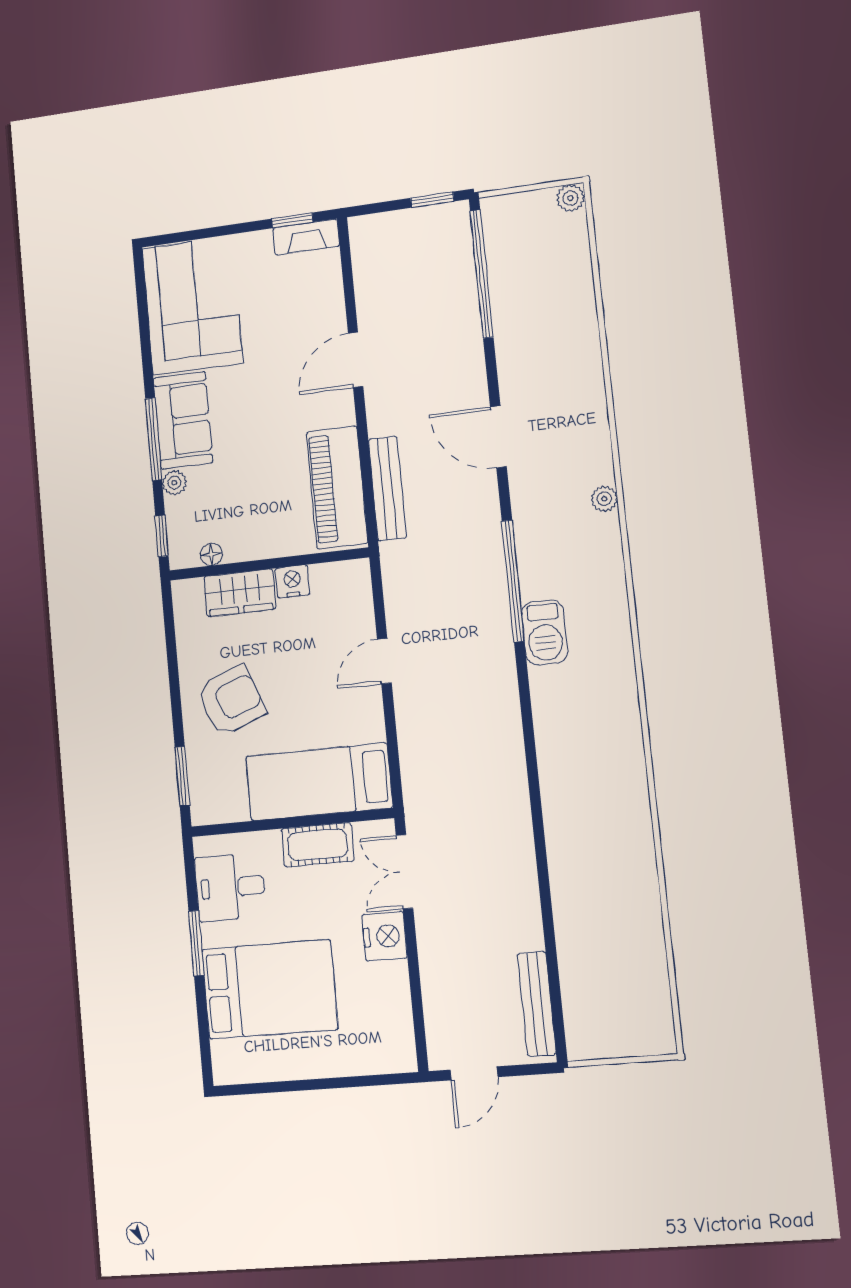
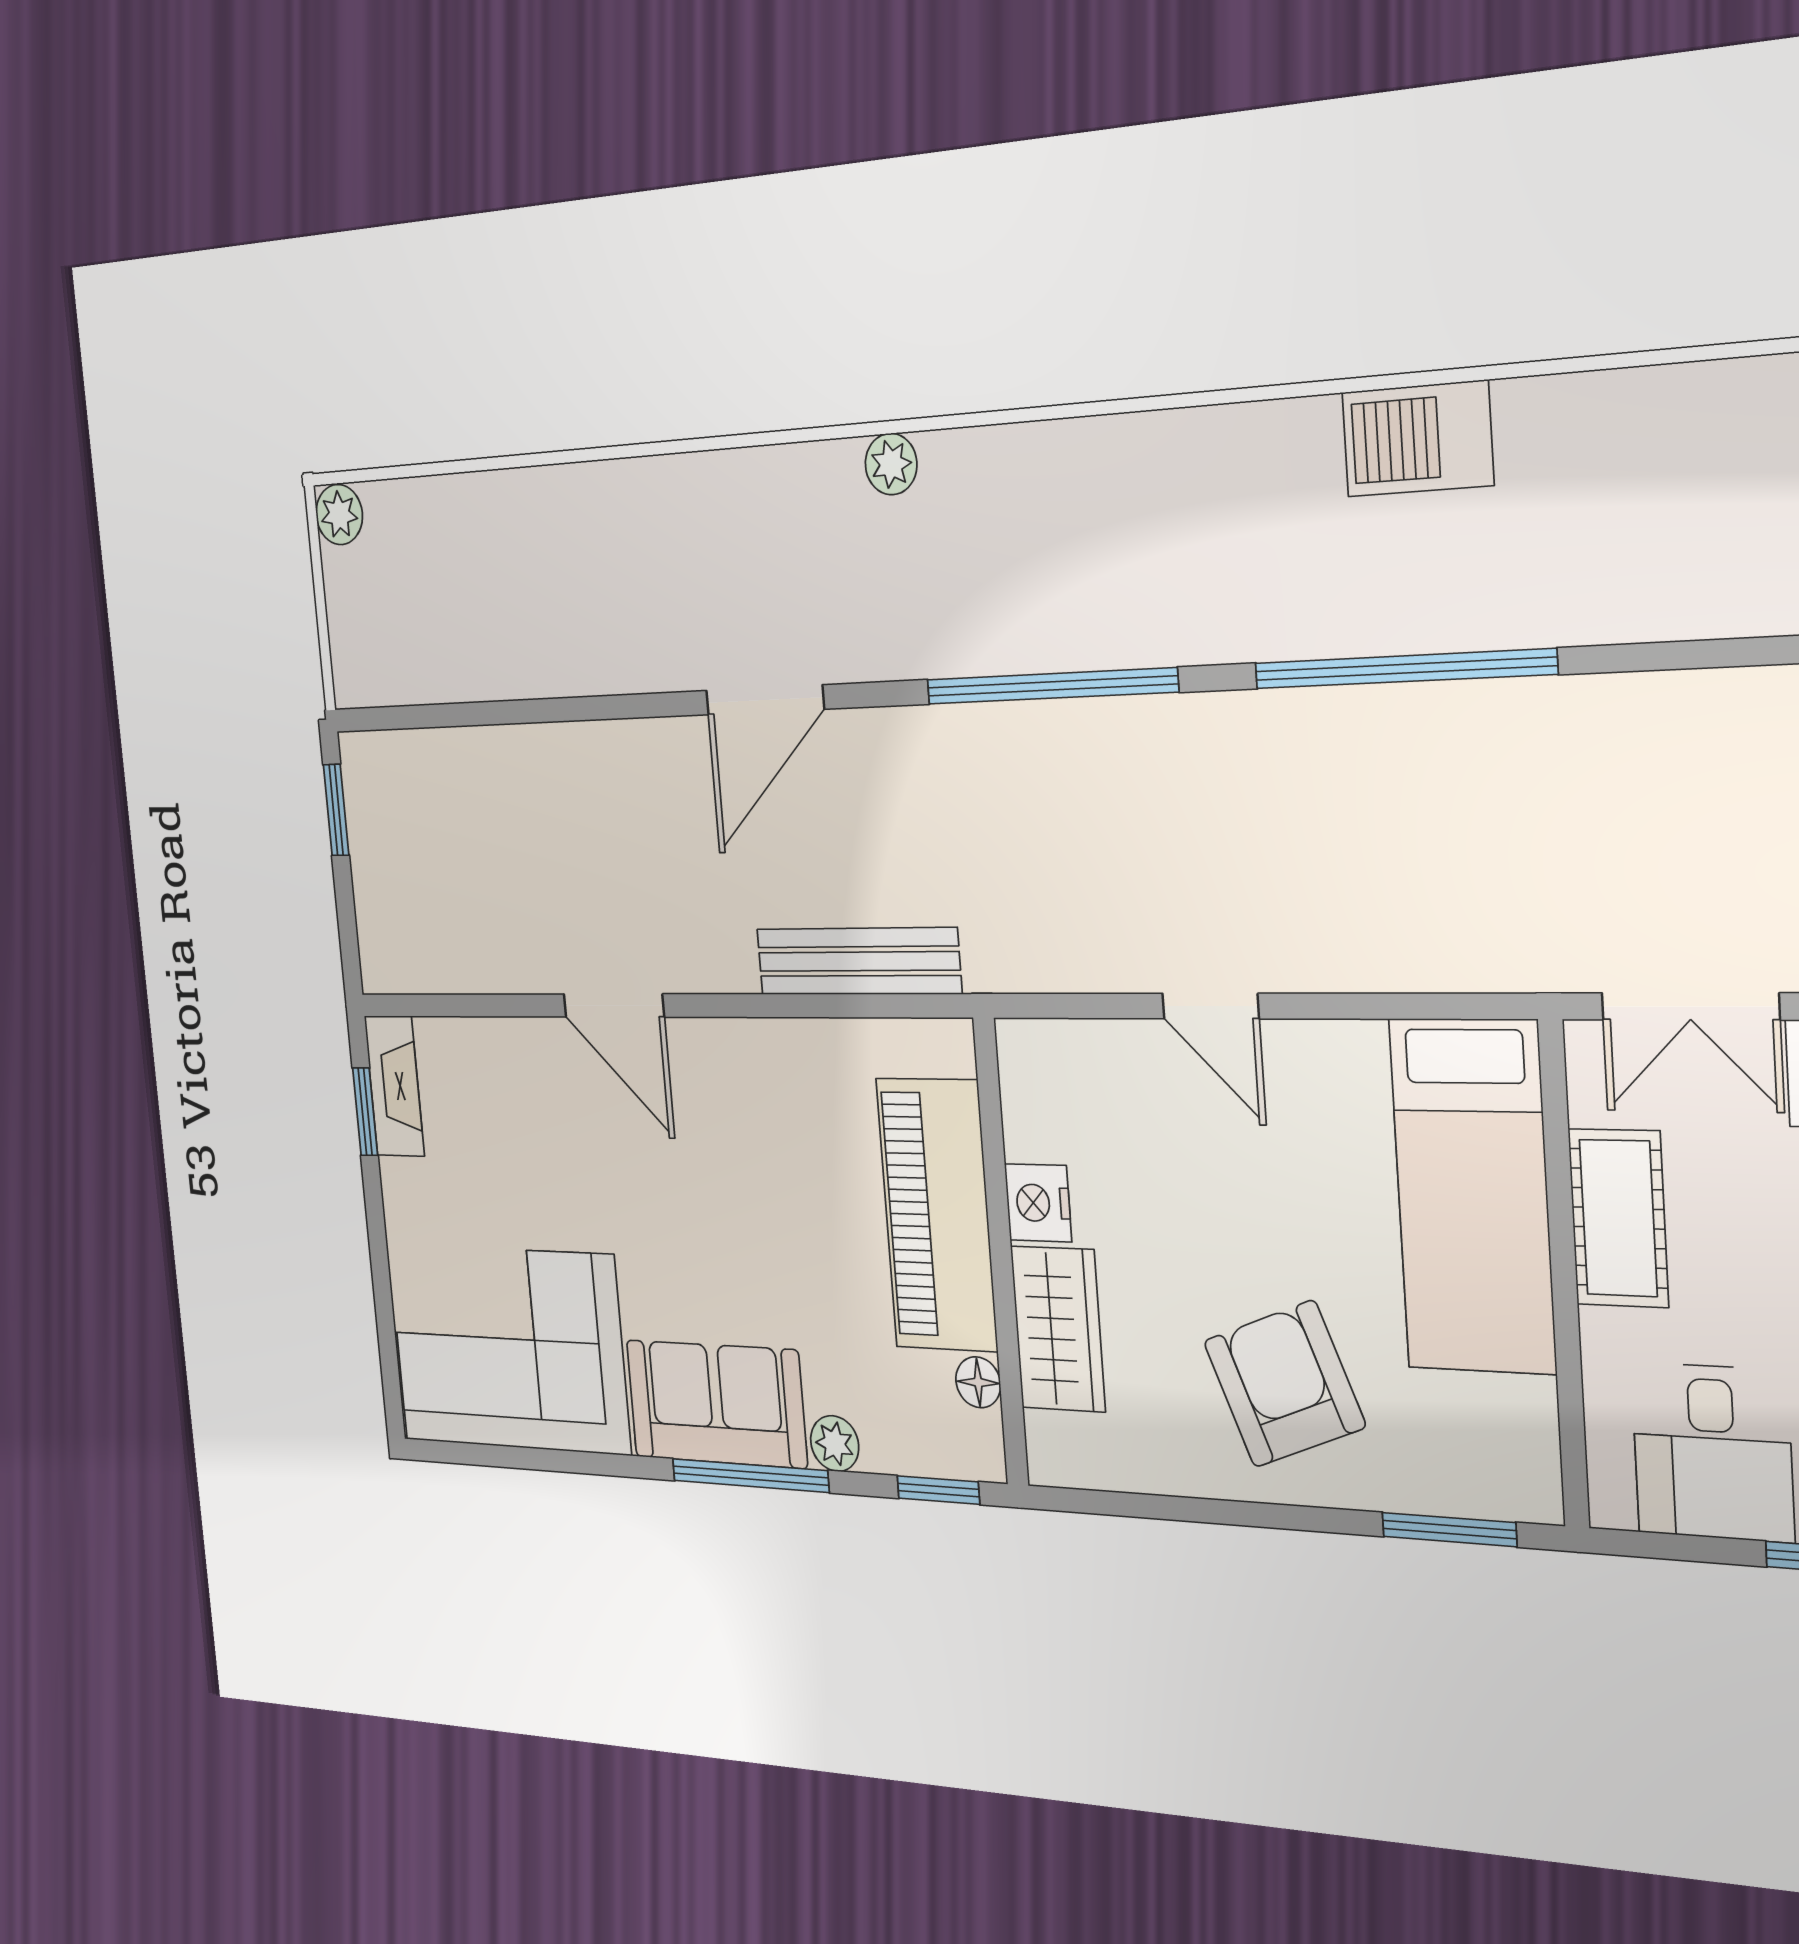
window: (482, 274) -> (1404, 669), moved
piano: (337, 488) -> (937, 1215), moved, turned 90
barbecue: (545, 632) -> (1417, 439), moved, turned 180

